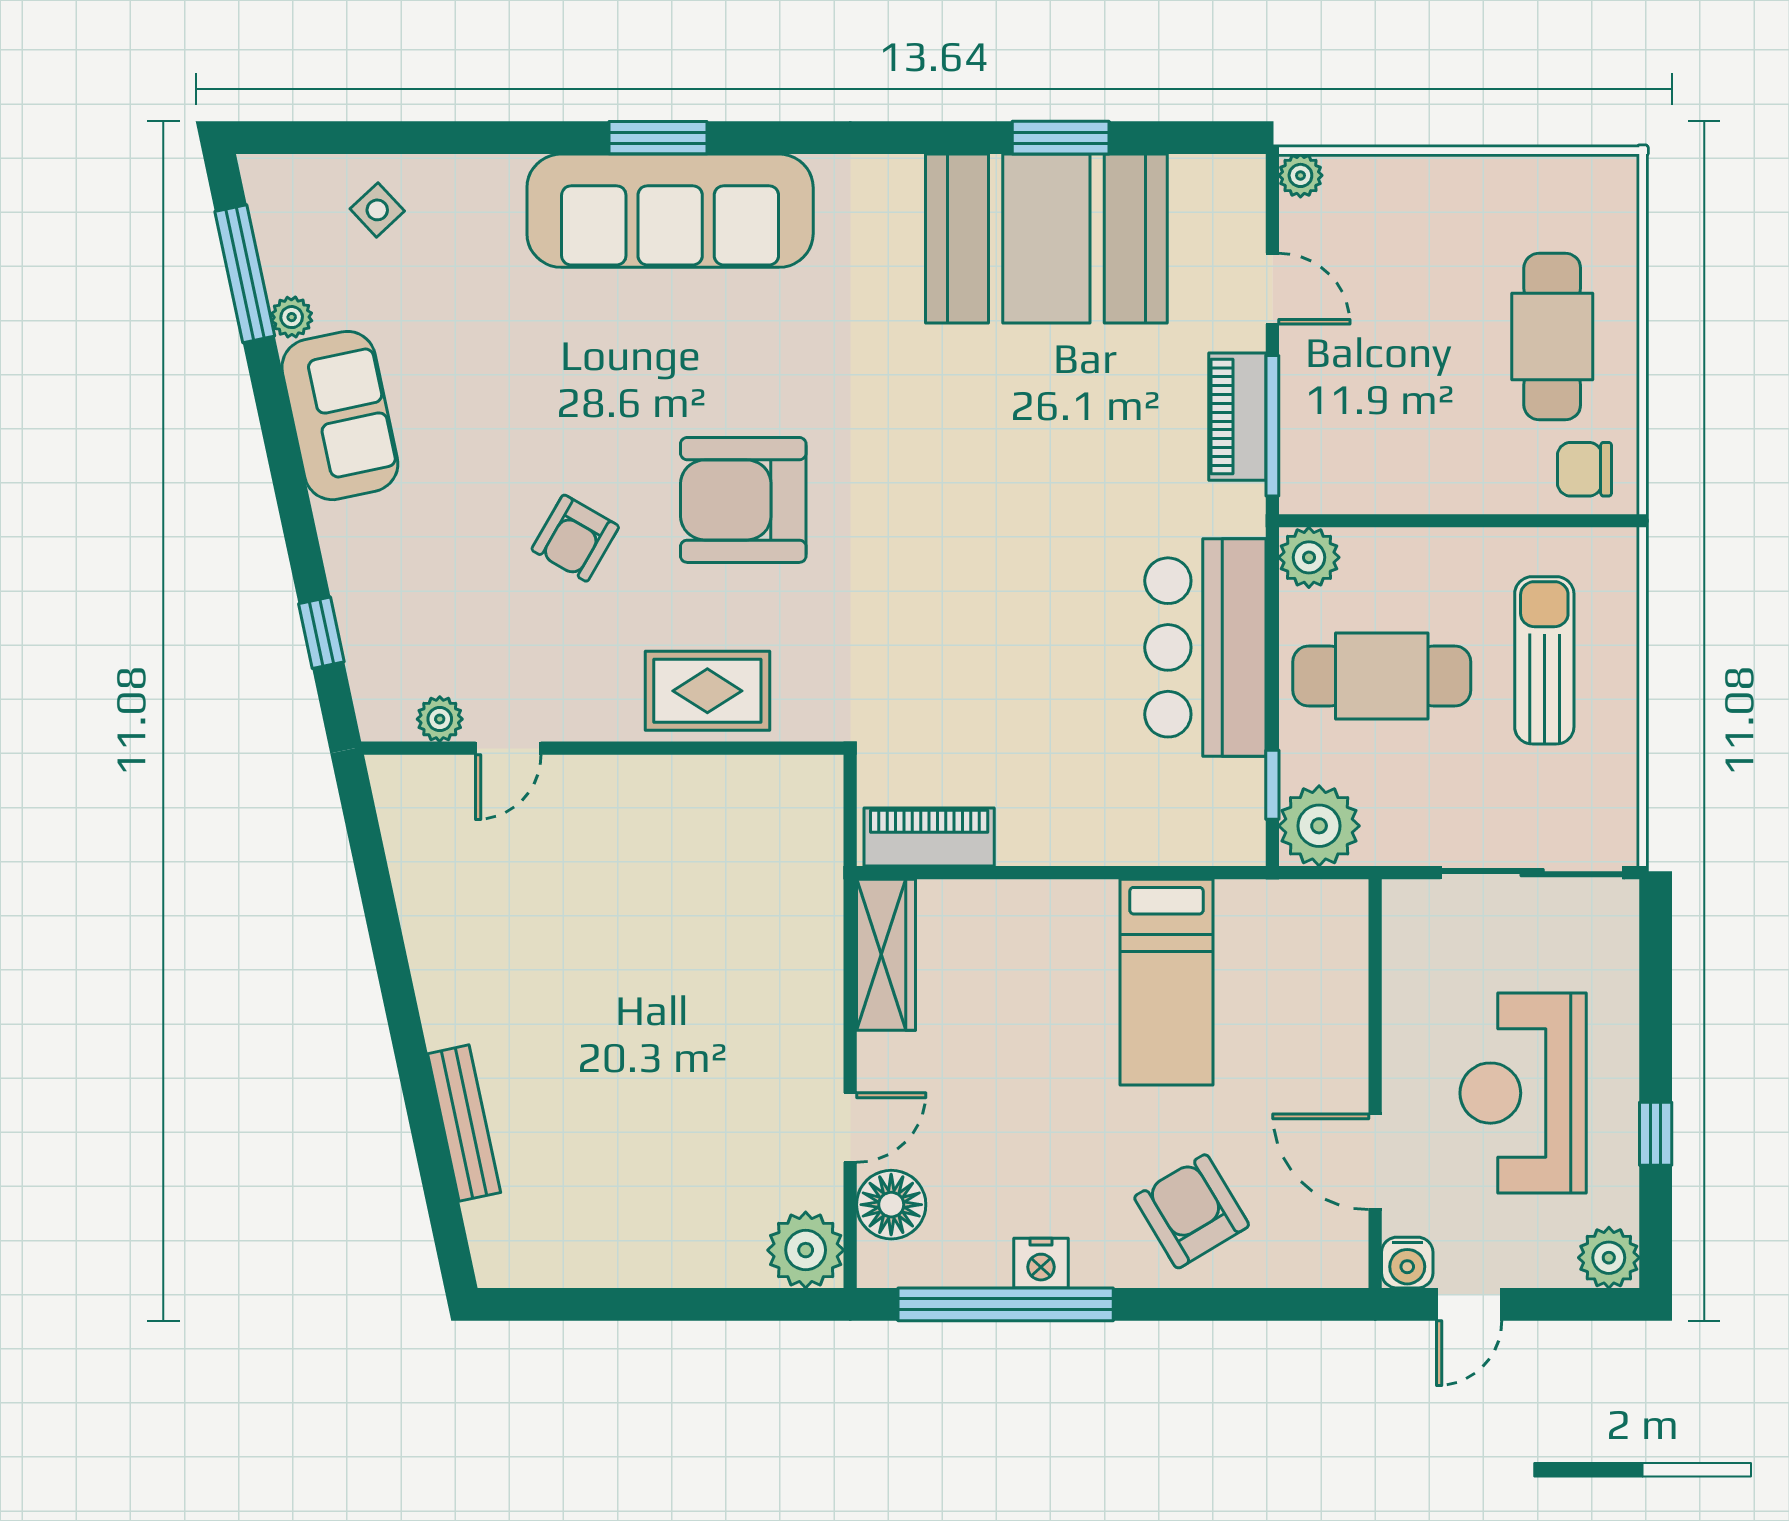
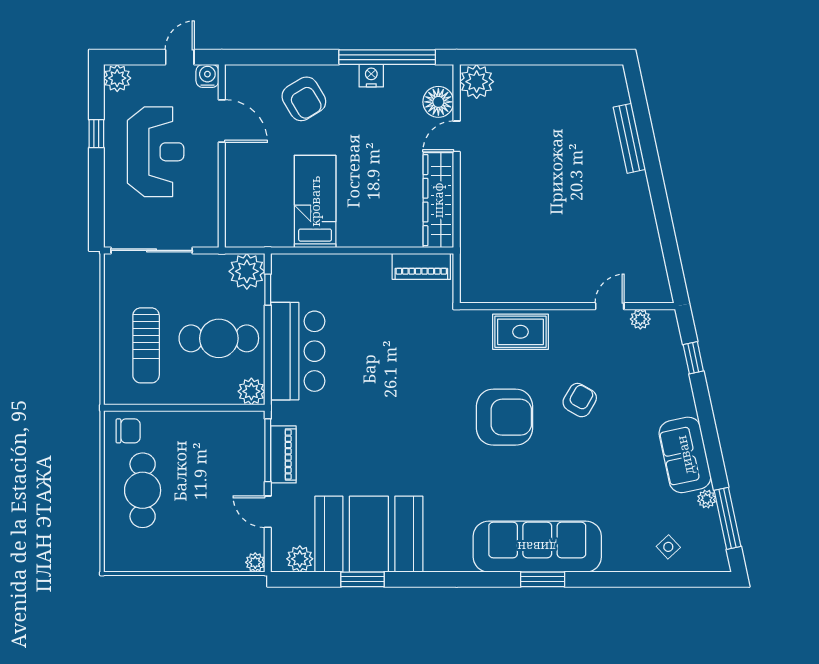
plant: (1201, 183) -> (300, 559), added
wardrobe: (886, 955) -> (438, 200), width x1.40, depth x1.17

